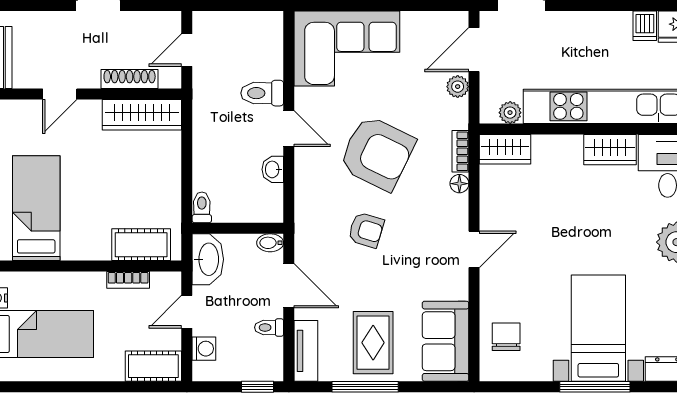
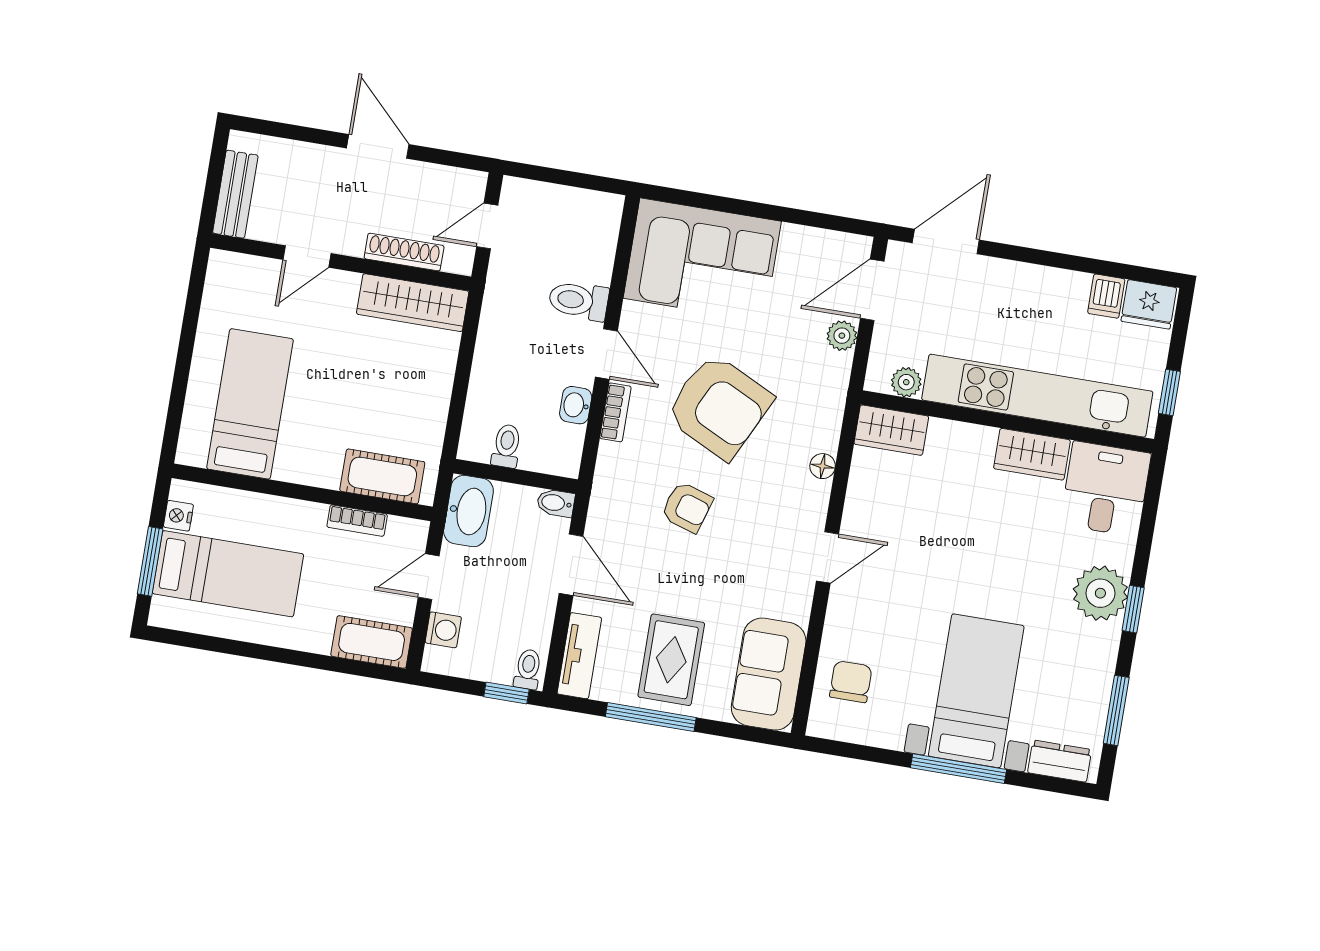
bookcase: (460, 151) -> (615, 412), moved, turned 180
toilet: (202, 207) -> (506, 446), moved
toilet: (269, 327) -> (528, 669), moved, turned 90

